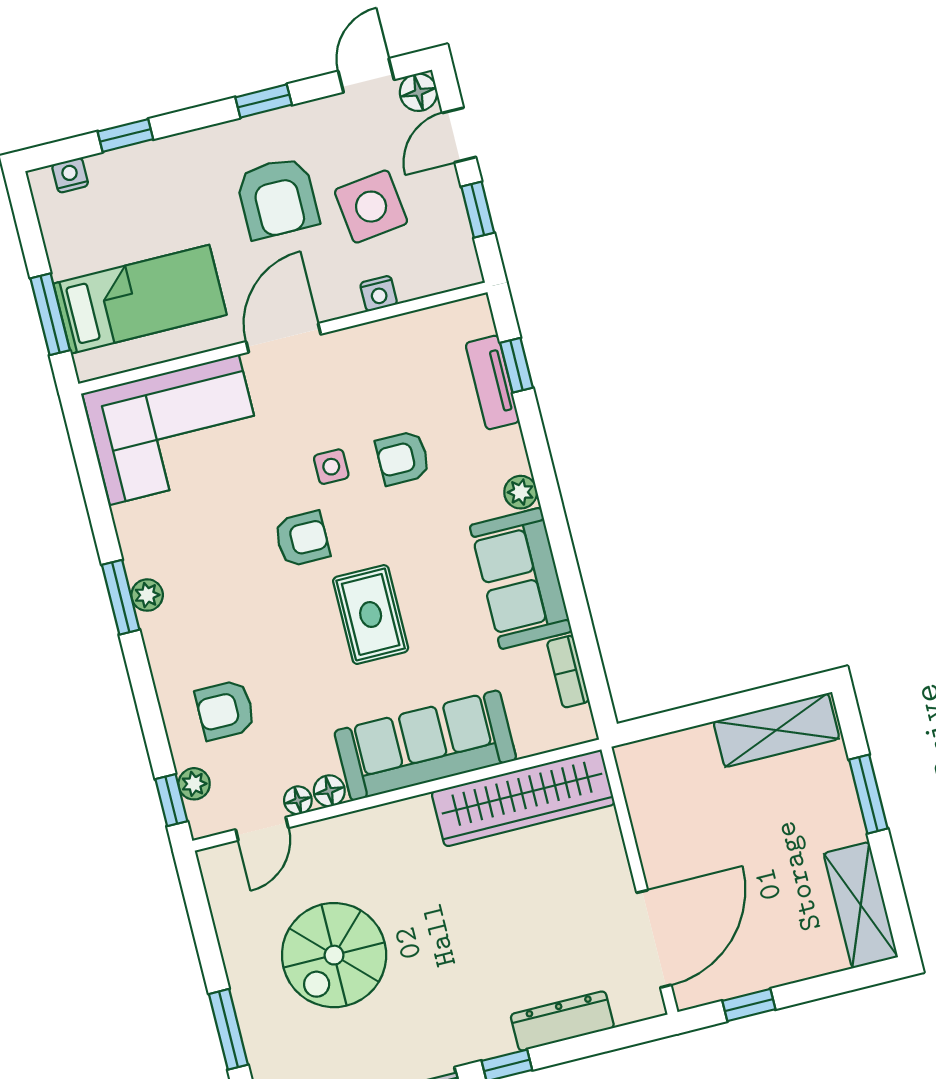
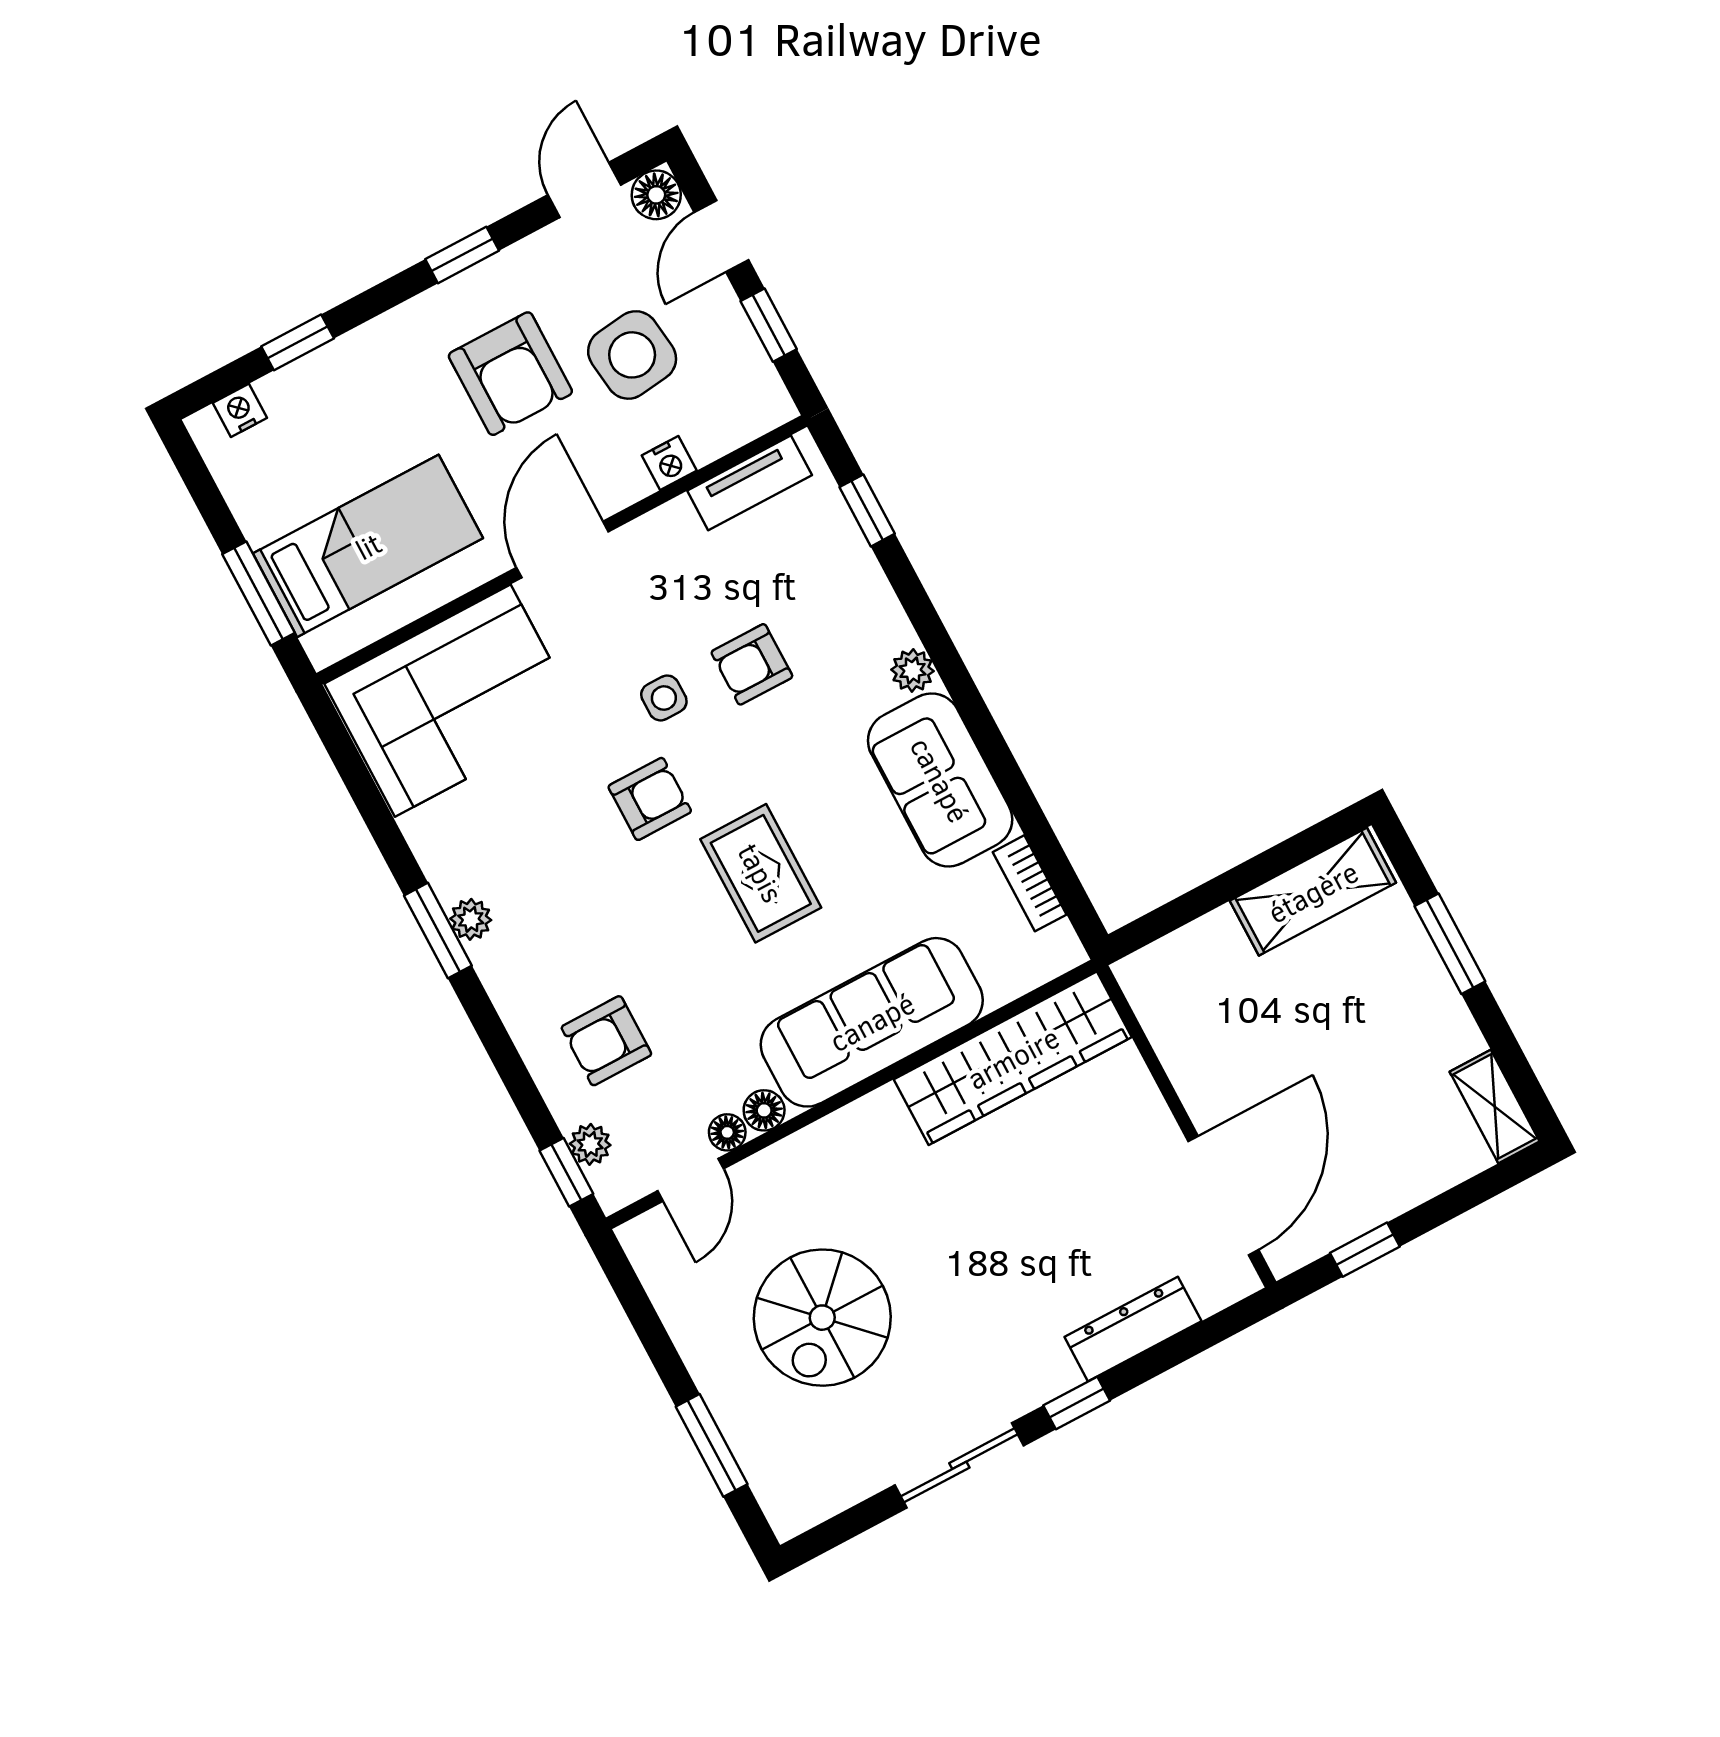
tv unit: (492, 382) -> (750, 483), moved, turned -90
shelving: (861, 905) -> (1495, 1107), width x0.67, depth x0.75

